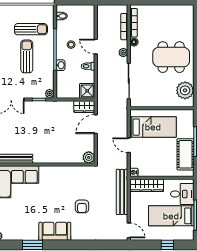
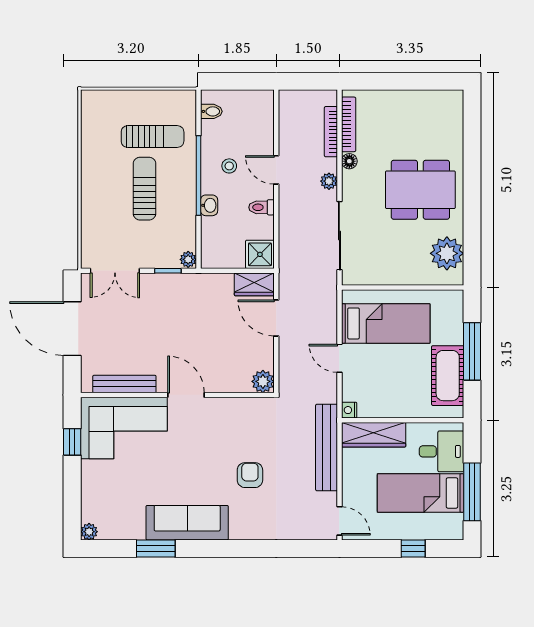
door: (96, 124) -> (276, 318), hinge flipped
door: (48, 164) -> (186, 395), added
armchair: (82, 206) -> (250, 475), turned 180
sofa: (55, 231) -> (187, 523), width x1.36

